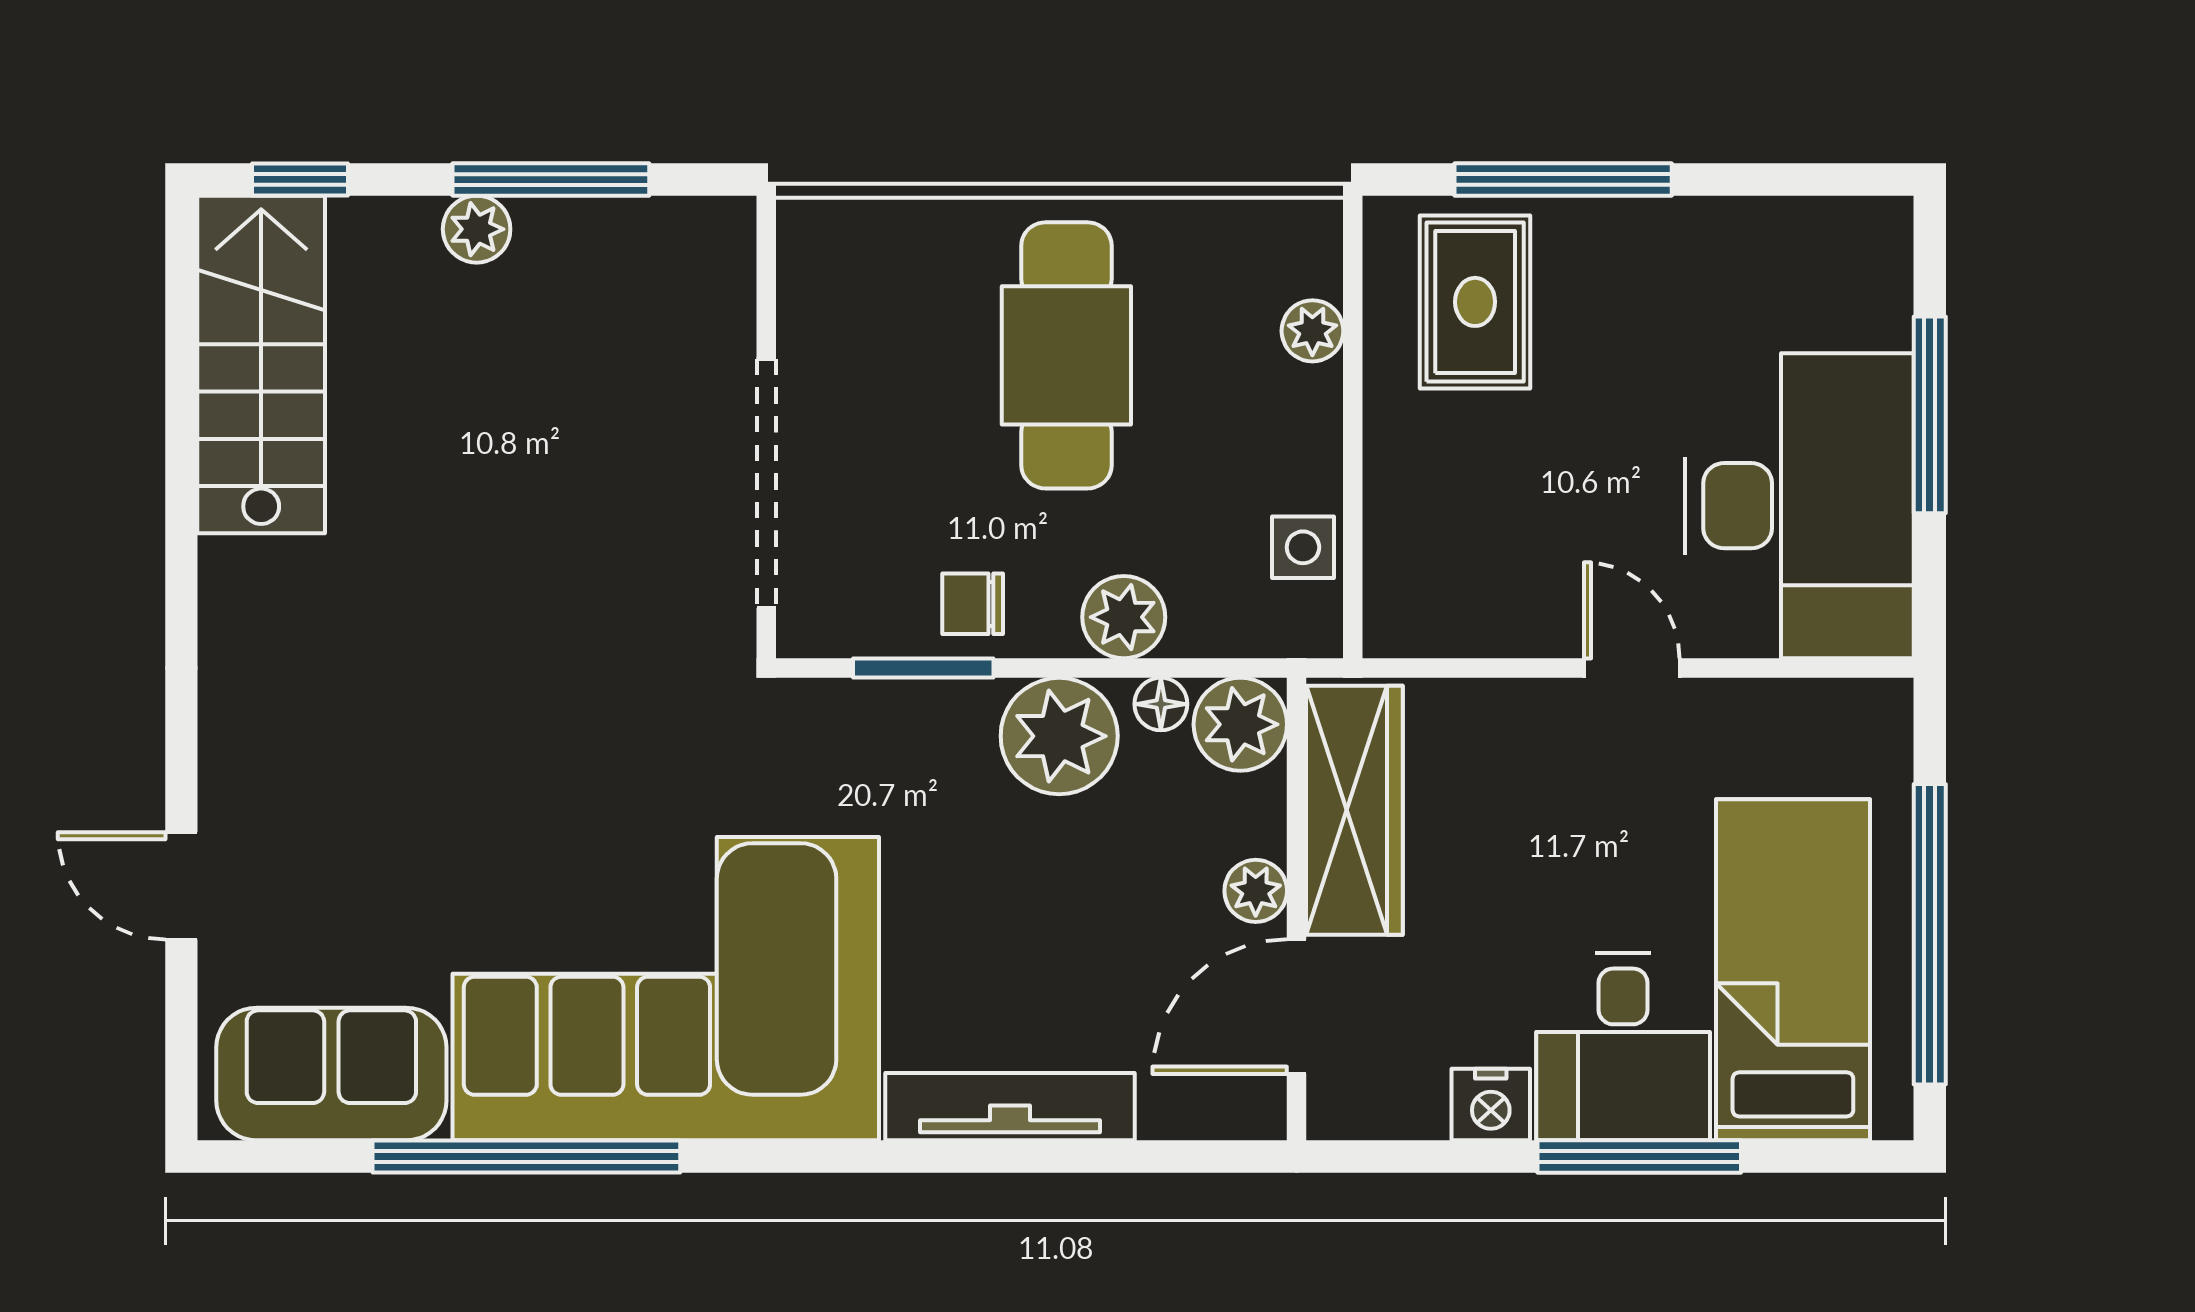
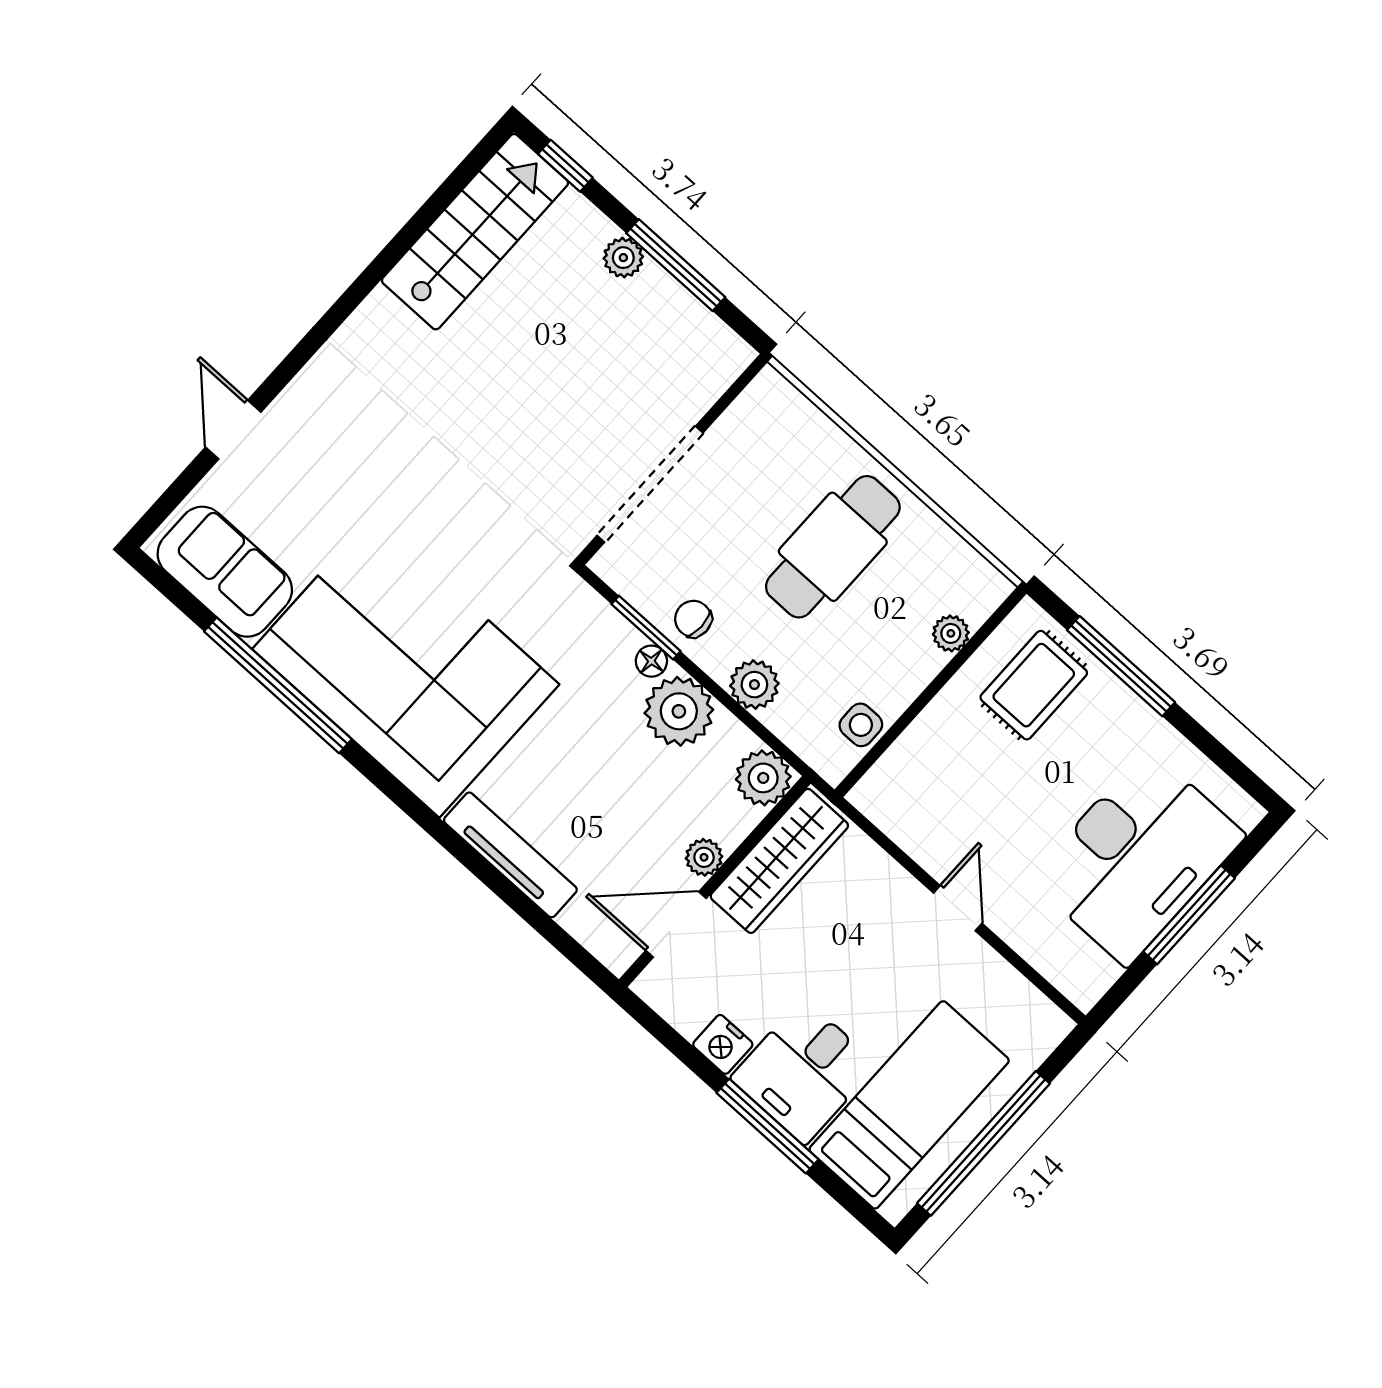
desk: (1799, 506) -> (1137, 857), moved
floor lamp: (1161, 704) -> (651, 661), moved

